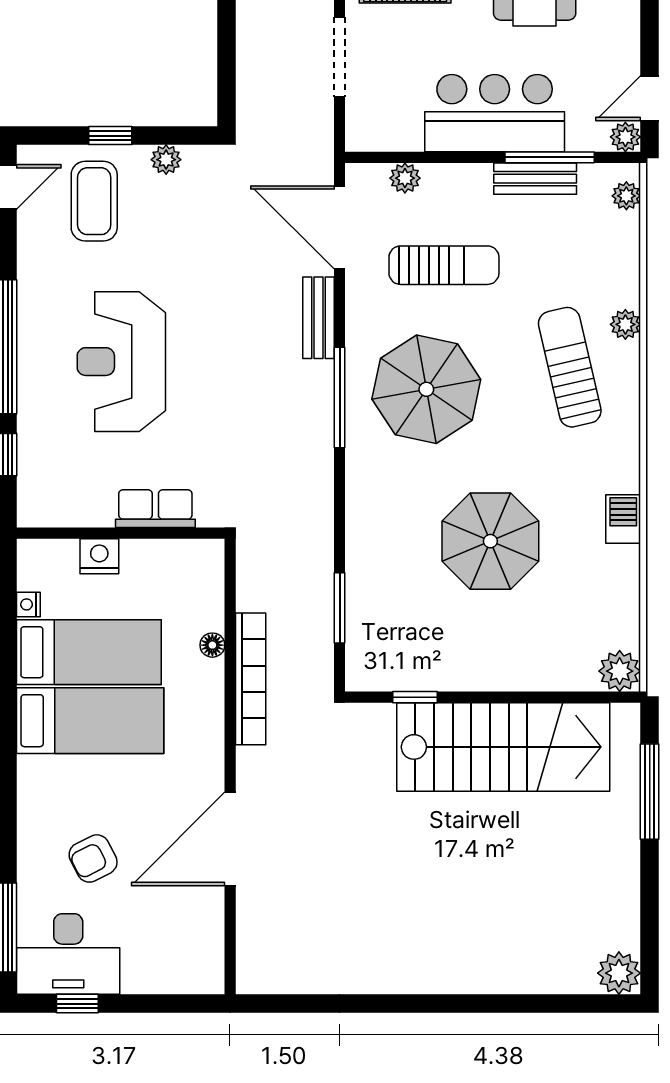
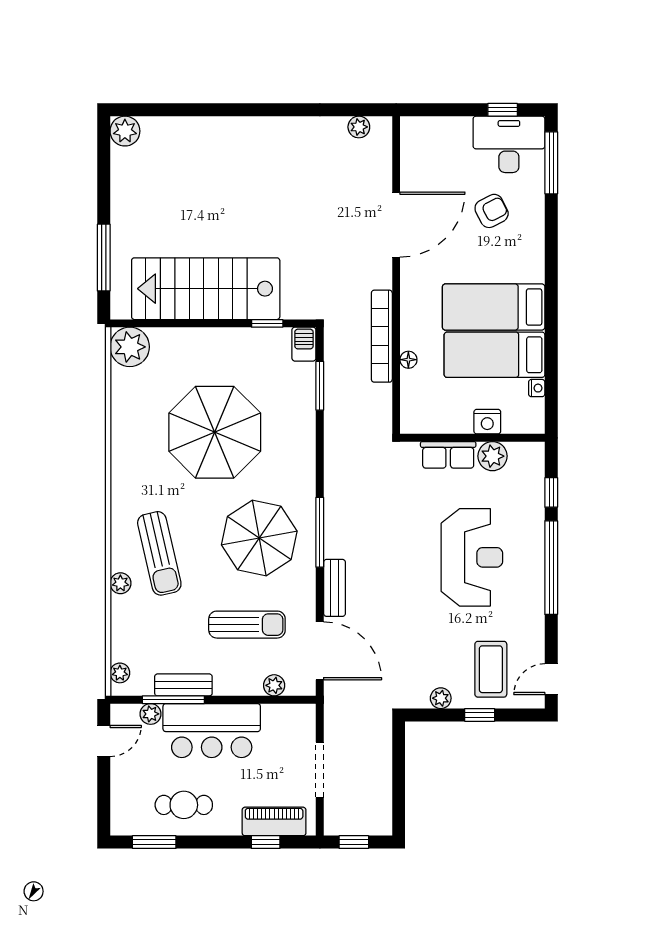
plant: (625, 137) -> (151, 714), moved
sun lounger: (444, 265) -> (247, 625), turned 180
plant: (92, 507) -> (492, 456), added
barbecue: (623, 519) -> (304, 344), moved, turned 180
parasol: (490, 541) -> (215, 432), width x1.36, depth x1.36
plant: (620, 671) -> (130, 347), width x1.36, depth x1.36
plant: (284, 979) -> (359, 127), added

